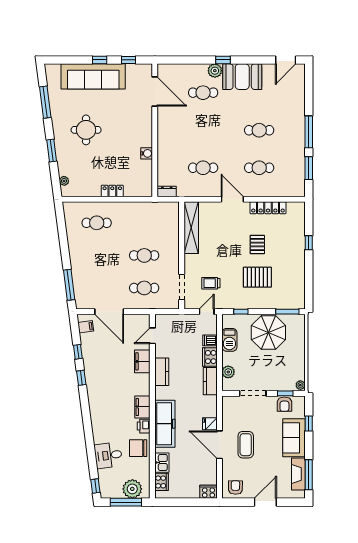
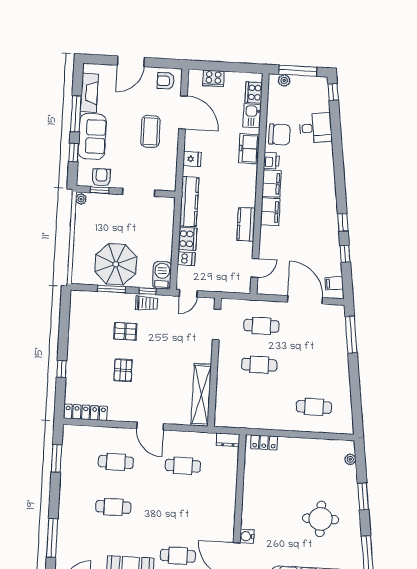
window: (309, 132) -> (52, 538), moved
water cooler: (147, 153) -> (247, 536), moved
locker: (112, 191) -> (264, 442), moved
locker: (268, 208) -> (86, 412), moved
pallet: (257, 277) -> (125, 331), width x0.67, depth x0.71
trolley: (211, 283) -> (147, 303), moved
window: (287, 312) -> (111, 289), moved
barbecue: (229, 340) -> (162, 275), moved
filing cabinet: (142, 361) -> (270, 212), moved
plant: (228, 372) -> (166, 220), removed
kitchen counter: (210, 381) -> (189, 202), width x1.50
freezer: (165, 424) -> (249, 149), width x0.52, depth x0.79
door: (220, 445) -> (183, 112), moved
window: (309, 475) -> (76, 114), moved
armchair: (235, 487) -> (166, 81), turned 89
plant: (132, 489) -> (284, 80), width x0.53, depth x0.53
cooker: (208, 492) -> (213, 78), moved

